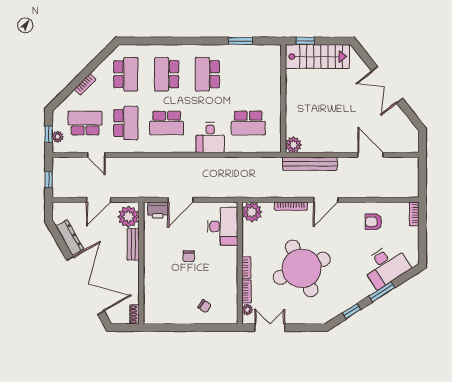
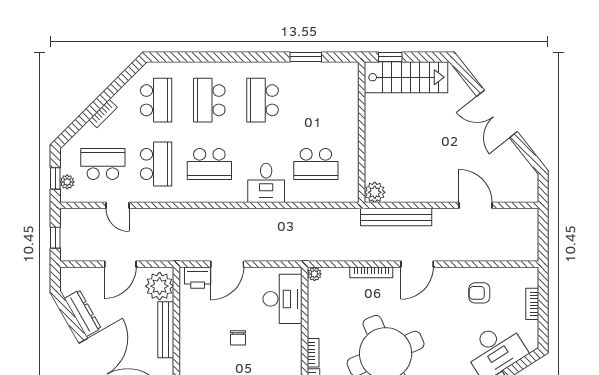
plant: (252, 212) -> (314, 274), width x0.53, depth x0.53
bookcase: (414, 214) -> (532, 304), moved
bench: (133, 244) -> (166, 330), width x1.36

